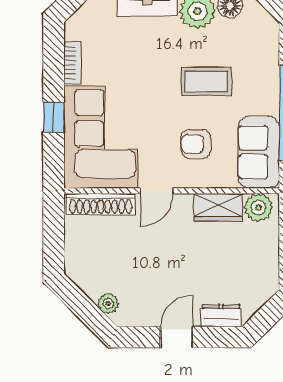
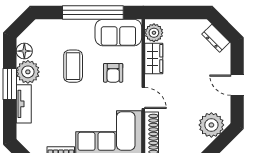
plant: (108, 303) -> (211, 125), width x1.88, depth x1.88
dresser: (221, 316) -> (216, 38), moved, turned -45

